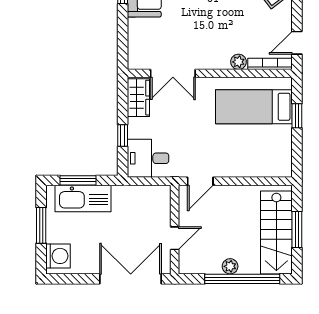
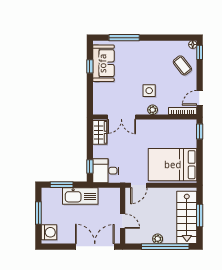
side table: (217, 31) -> (149, 91), added
plant: (239, 62) -> (153, 110), moved
bed: (254, 107) -> (173, 165), moved, width x1.50
window: (297, 116) -> (200, 131), moved
window: (123, 136) -> (90, 167), moved
kitchen sink: (83, 198) -> (80, 196), moved
door: (175, 238) -> (123, 221), hinge flipped

